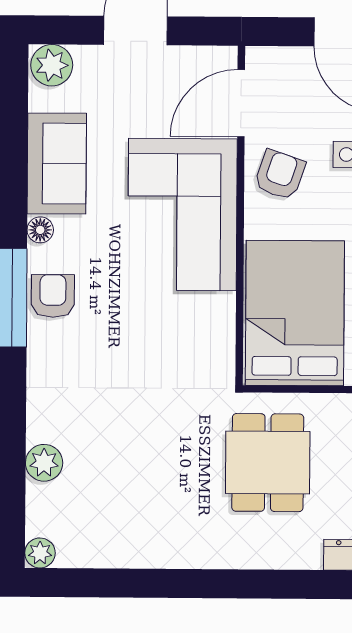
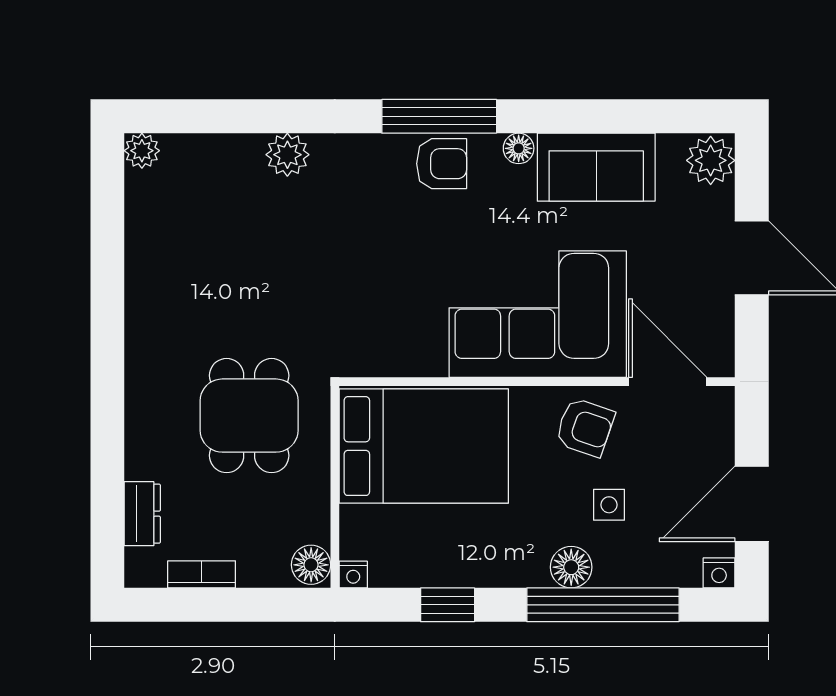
plant: (44, 463) -> (287, 155), moved
dining table: (268, 463) -> (249, 416), turned 90

